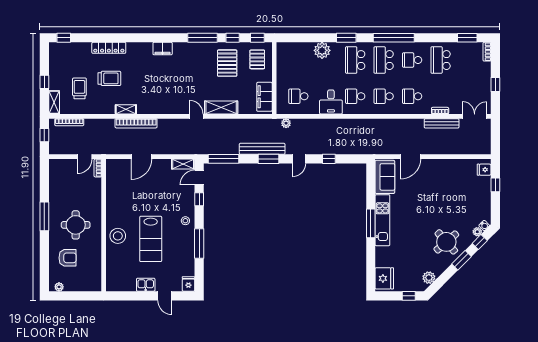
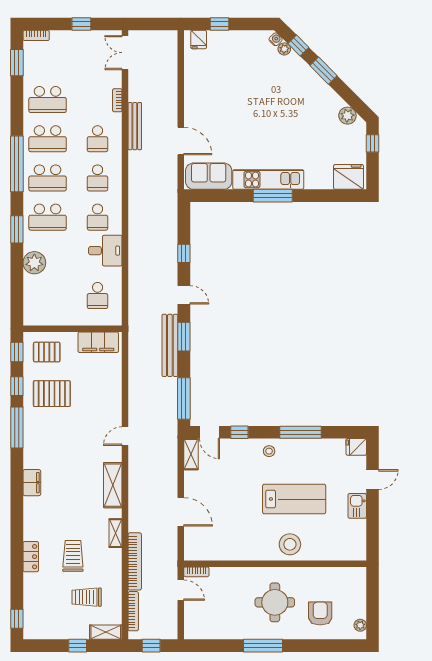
locker: (109, 48) -> (31, 557), width x0.66
school desk: (412, 60) -> (48, 139), width x1.85
shelving: (221, 107) -> (113, 485), moved
bookcase: (136, 123) -> (135, 561), moved
plant: (286, 123) -> (135, 312), removed
bench: (442, 123) -> (135, 126), moved
round table: (446, 242) -> (298, 92), removed

